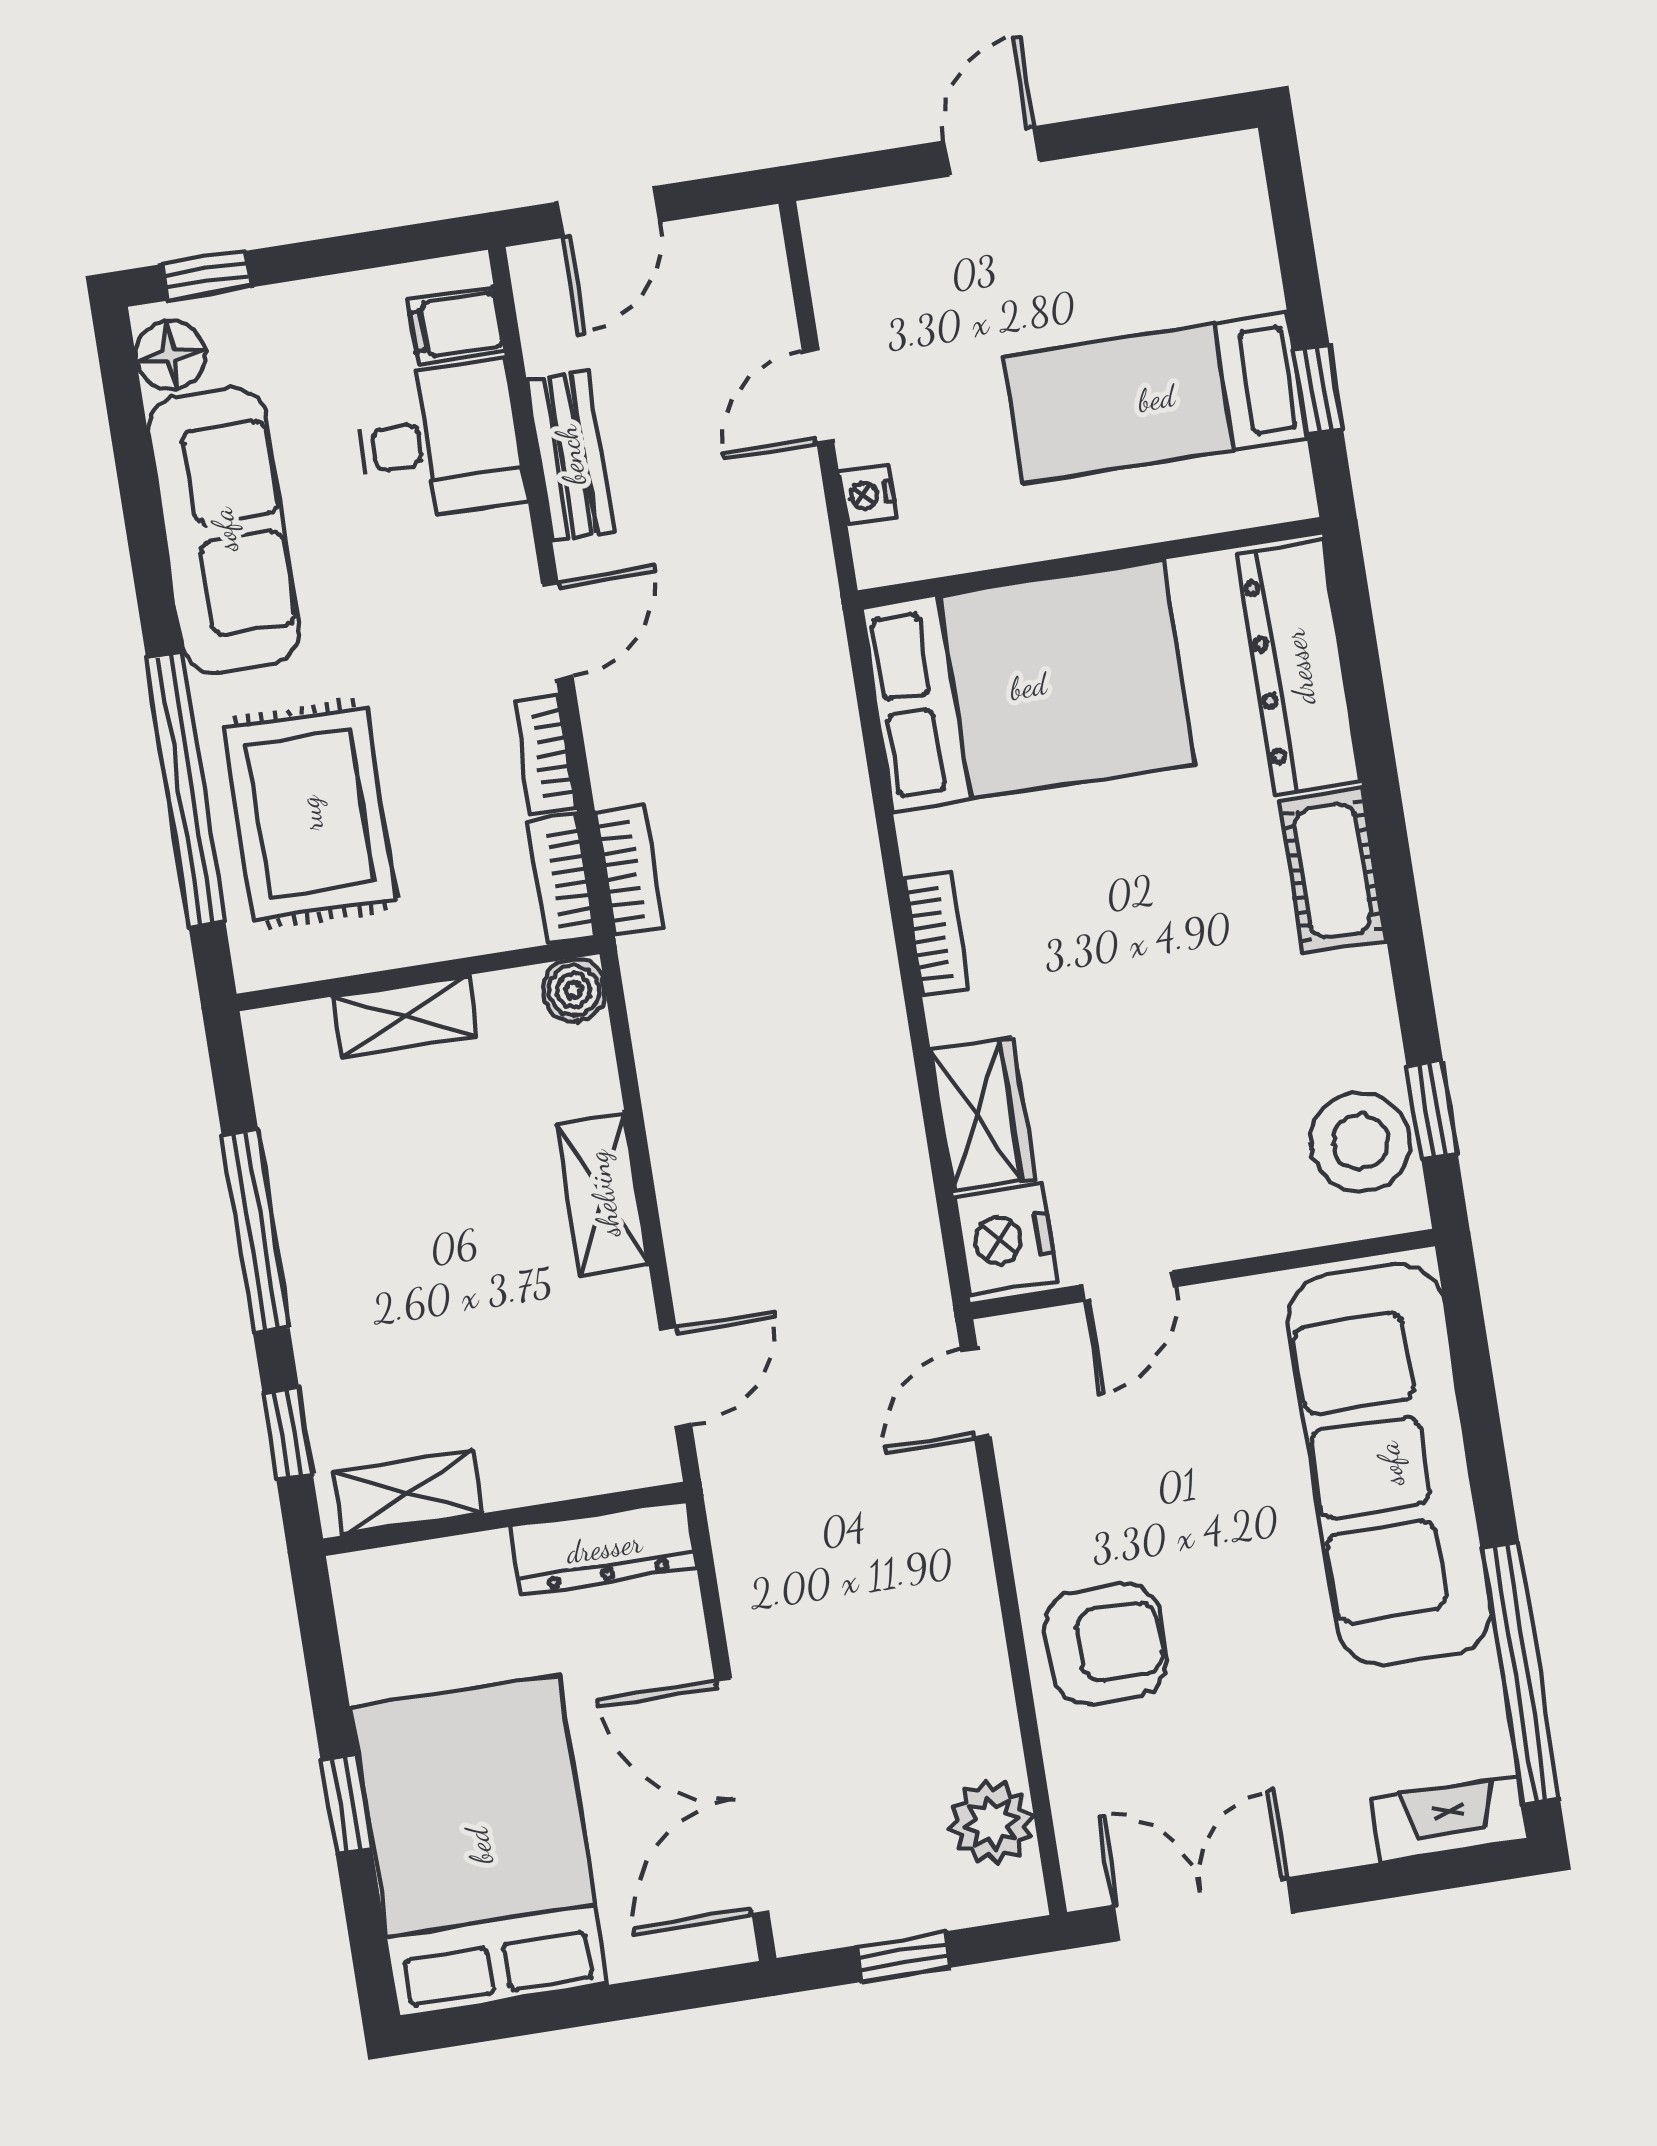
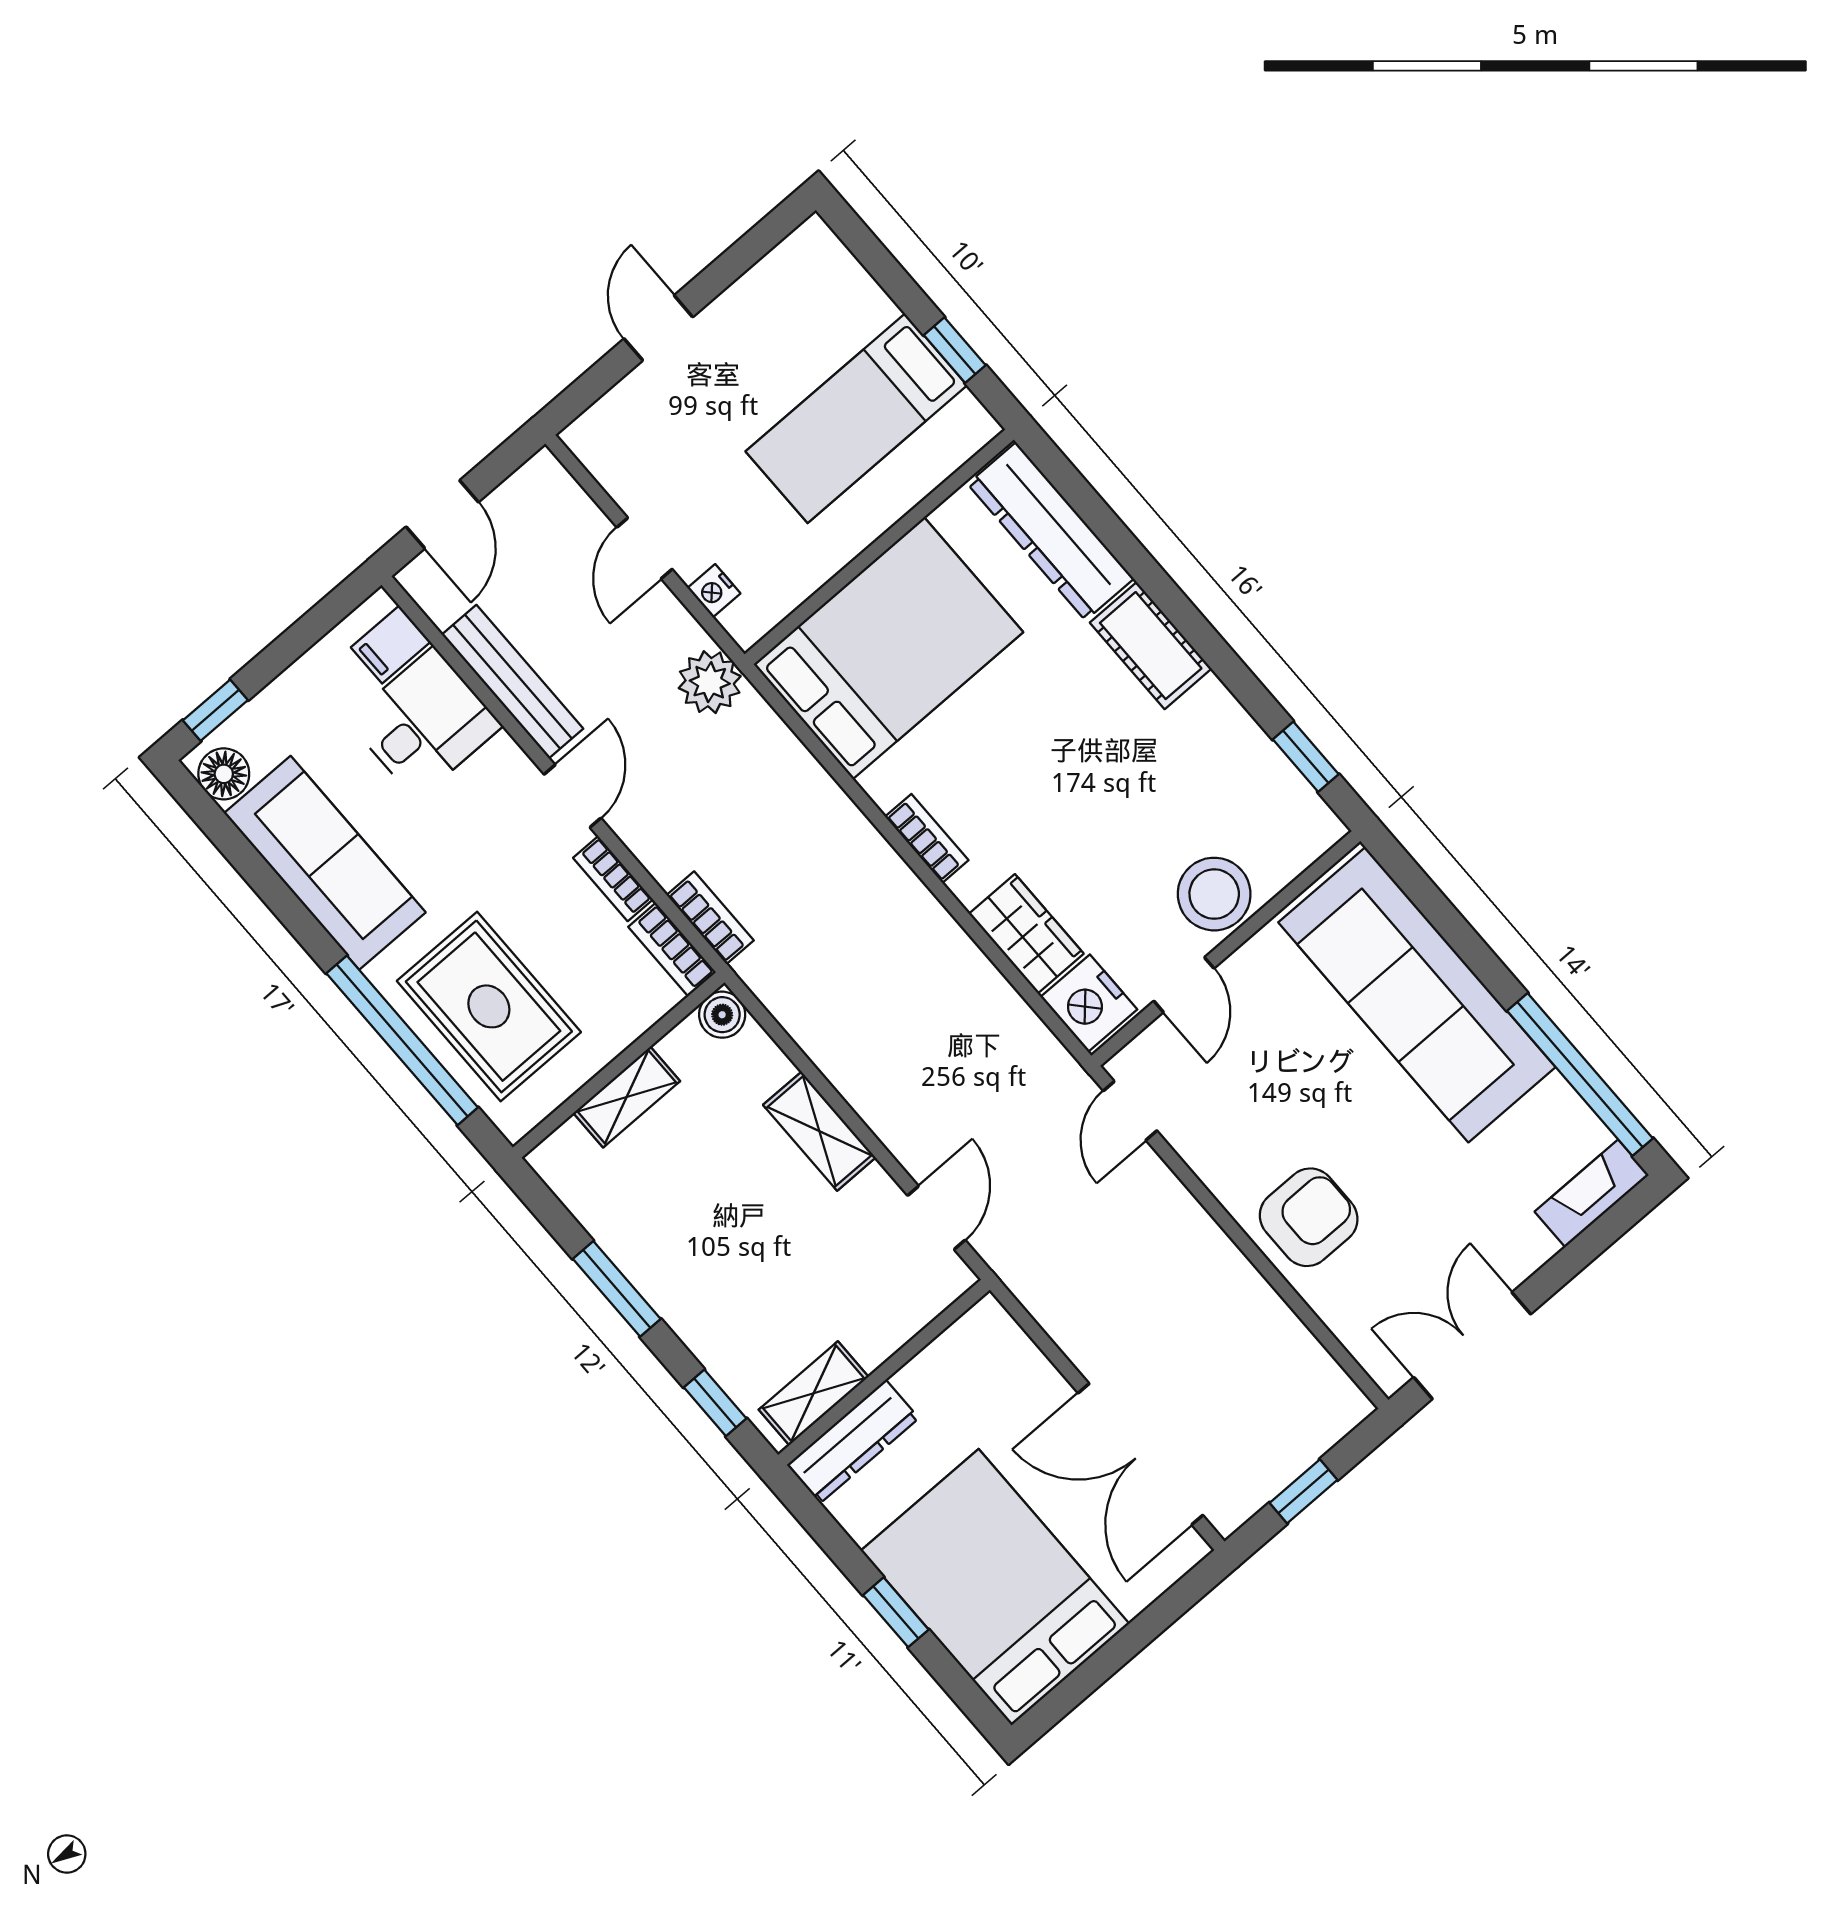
bench: (570, 455) -> (513, 682), width x1.36
stool: (1360, 1142) -> (1214, 894), moved
window: (256, 1231) -> (617, 1289), width x0.69
dresser: (604, 1547) -> (853, 1442), moved
plant: (991, 1822) -> (710, 682), moved

